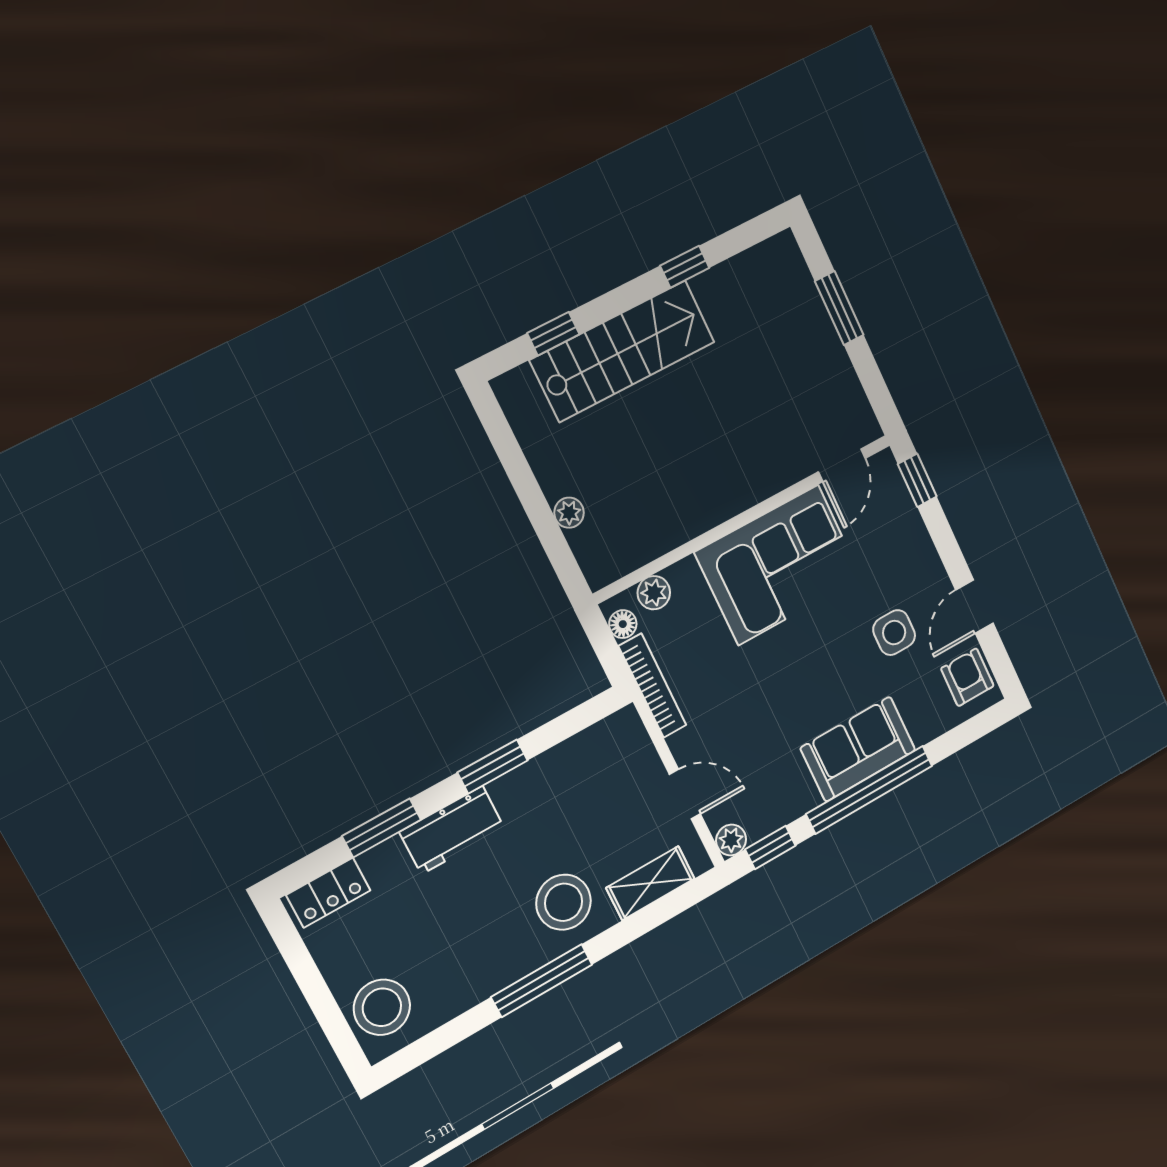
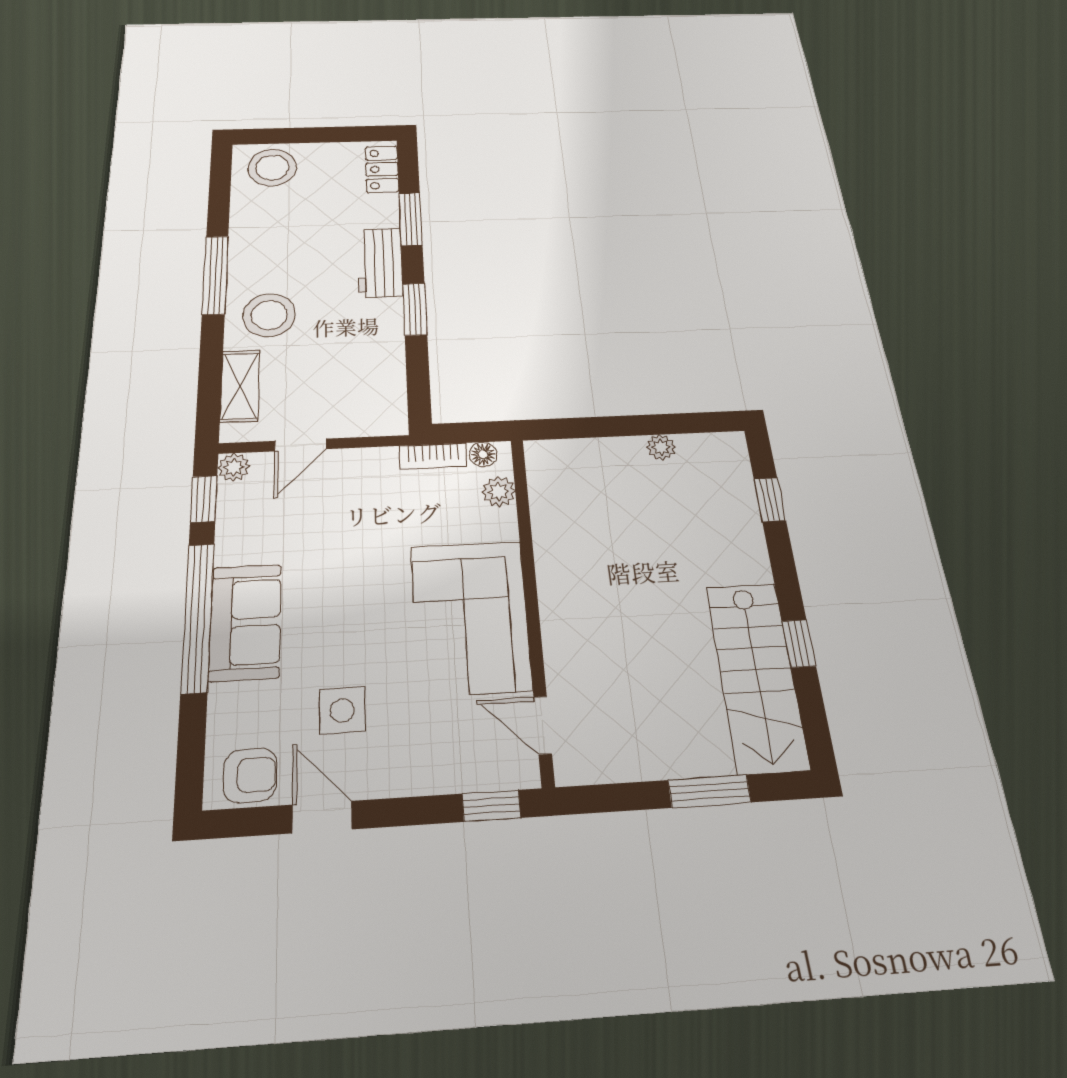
stairs: (623, 351) -> (757, 676), moved
plant: (569, 513) -> (661, 447), moved
bookcase: (652, 686) -> (433, 456), width x0.64

